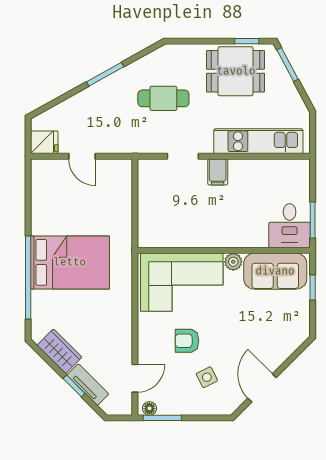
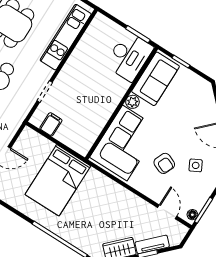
filing cabinet: (218, 172) -> (51, 124), moved, turned -90
desk: (290, 226) -> (129, 56), width x1.37
bed: (70, 262) -> (58, 180), moved, turned 180
armchair: (187, 341) -> (164, 163), turned -67

